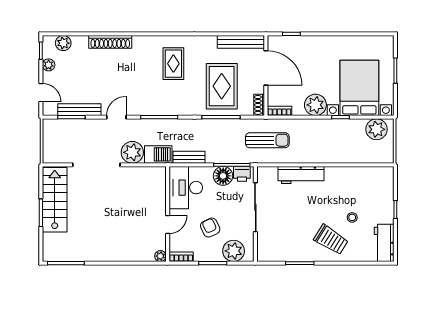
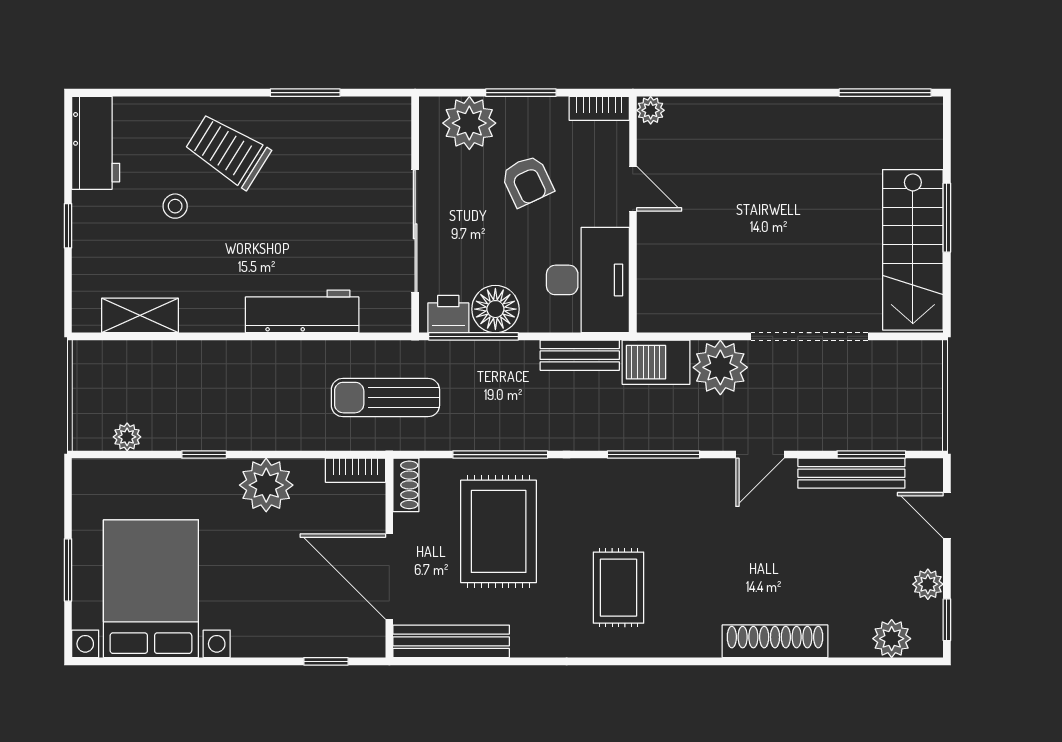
bed with nightstands: (359, 88) -> (151, 589), moved, turned 180
plant: (376, 129) -> (127, 437), width x0.53, depth x0.53
shelving: (366, 173) -> (140, 315), added
door: (168, 224) -> (633, 189), swing flipped

